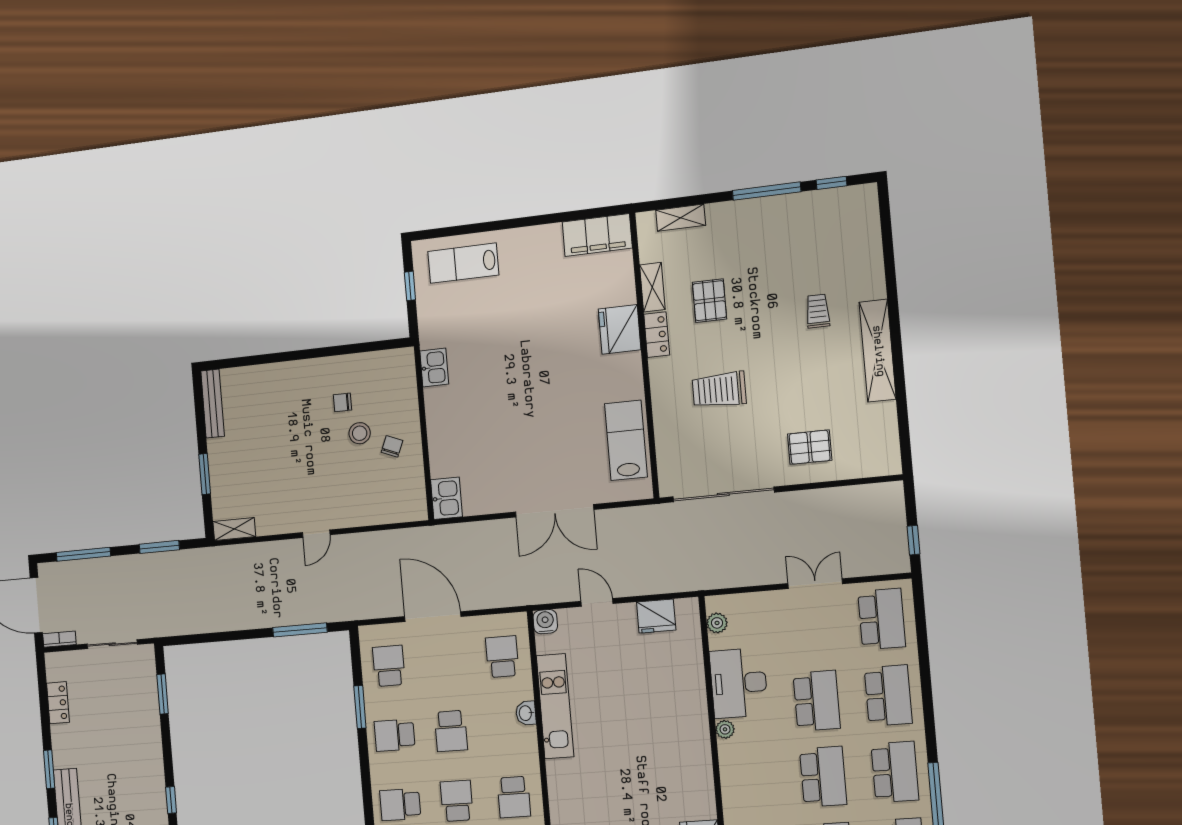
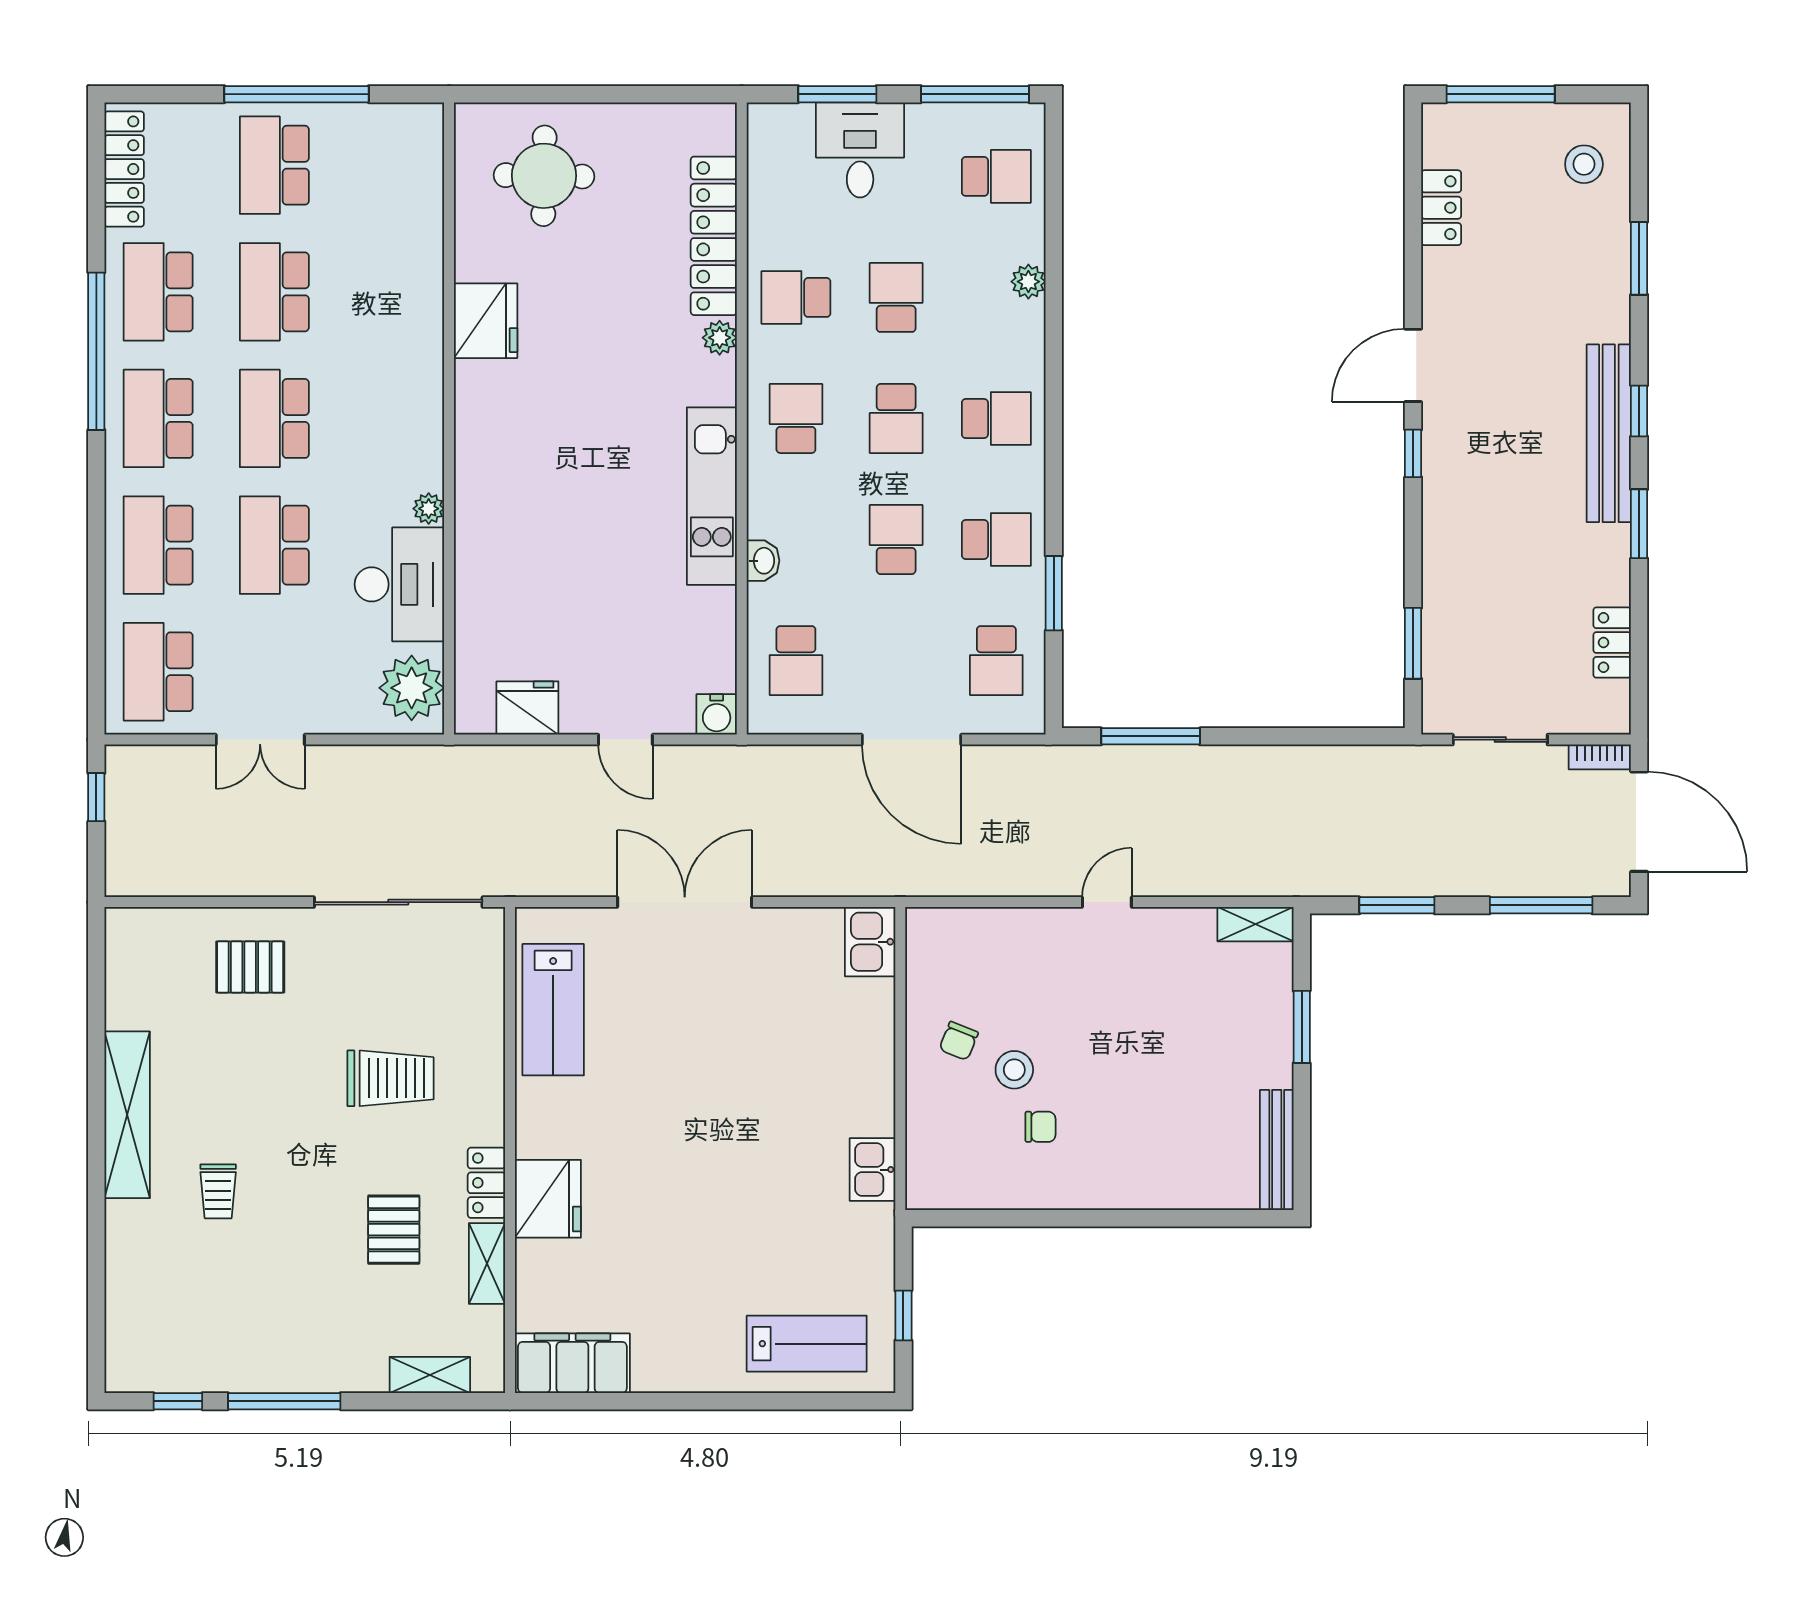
plant: (717, 623) -> (412, 688), width x1.87, depth x1.87
kitchen unit: (555, 706) -> (712, 496), moved

